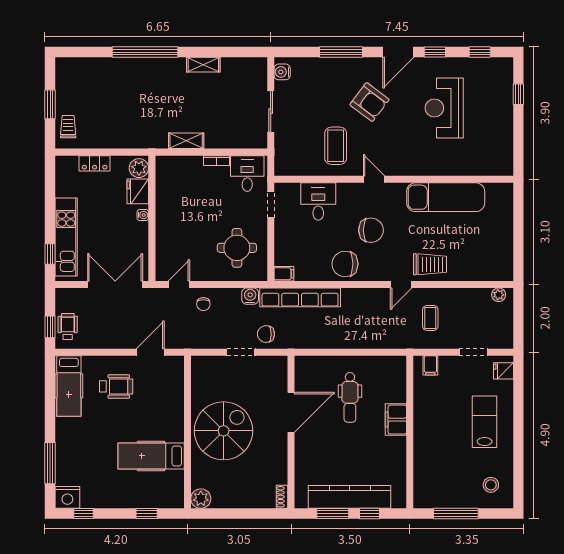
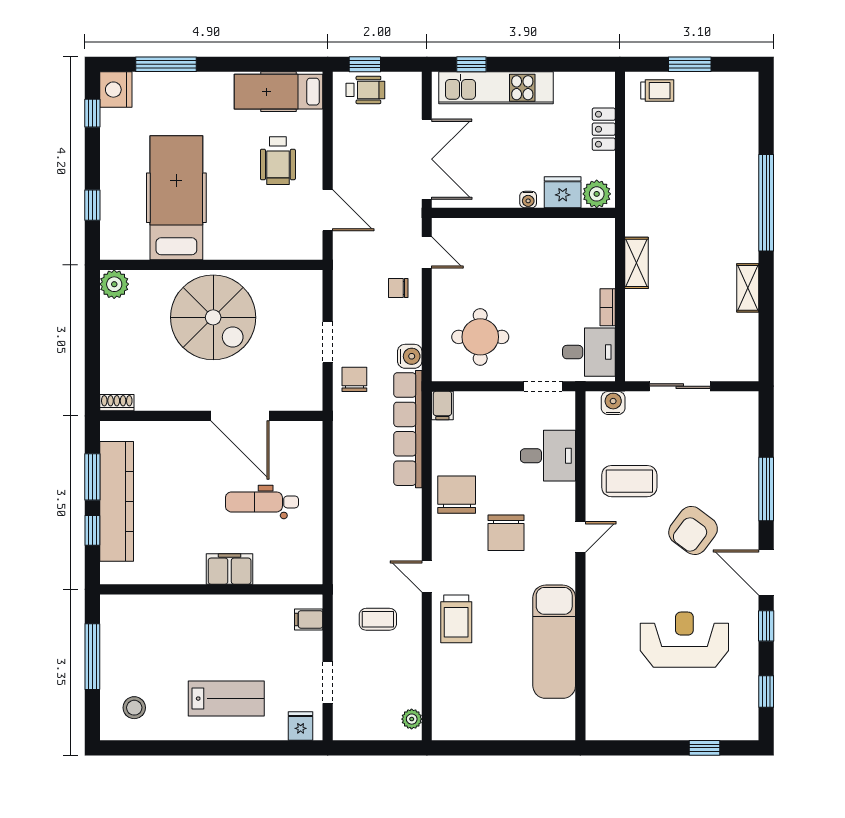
water cooler: (282, 72) -> (613, 403), moved
hospital bed: (151, 456) -> (176, 198), width x1.37, depth x1.29

